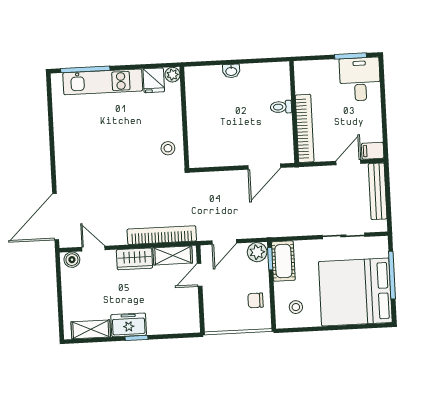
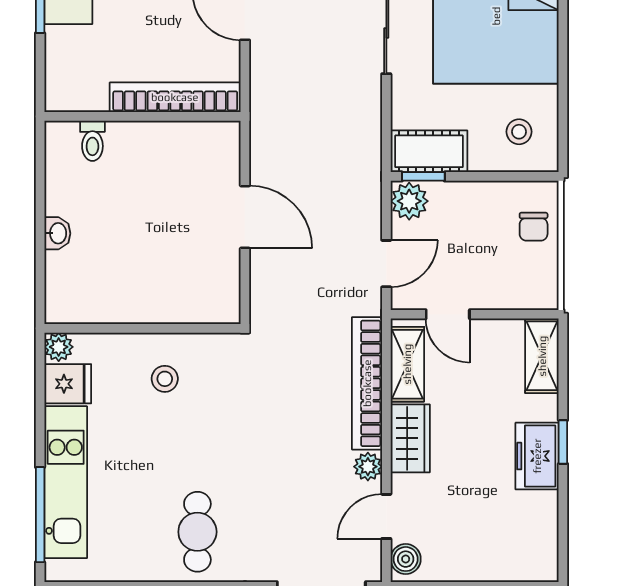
toilet: (281, 107) -> (92, 141), moved
stool: (168, 148) -> (165, 379), moved
cafe table: (81, 151) -> (197, 532), added
door: (264, 167) -> (245, 217), moved
plant: (119, 238) -> (368, 467), added
door: (224, 242) -> (386, 264), hinge flipped
chair: (256, 300) -> (534, 227), moved
shelving: (91, 329) -> (542, 356), moved

